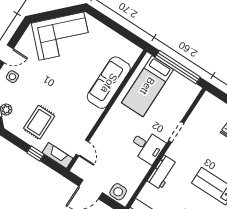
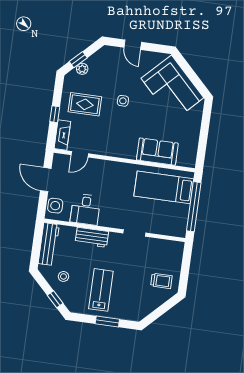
side table: (12, 77) -> (123, 101), moved
sofa: (109, 83) -> (157, 152), width x0.73
desk: (147, 146) -> (85, 209), moved

